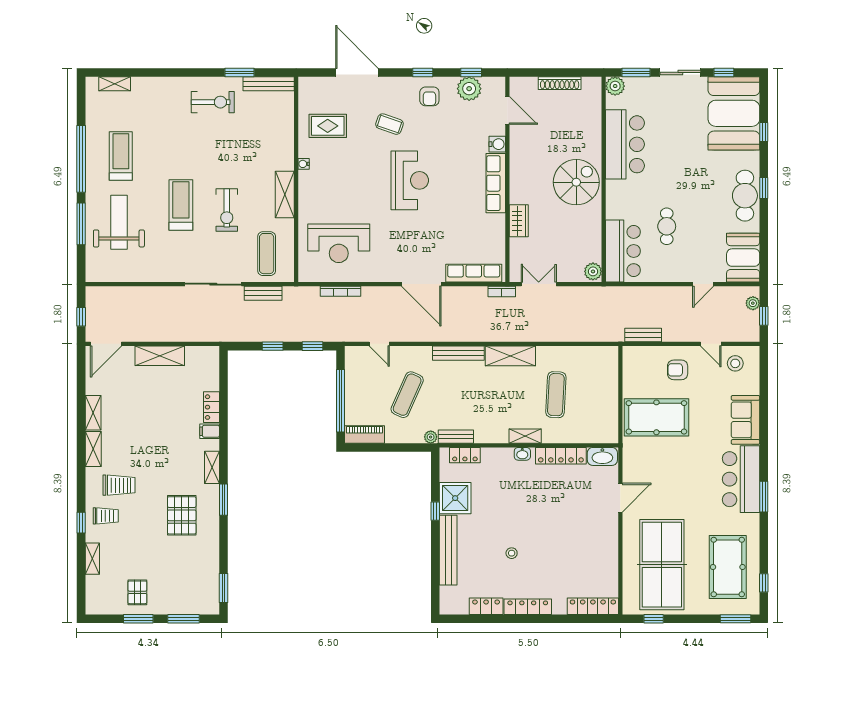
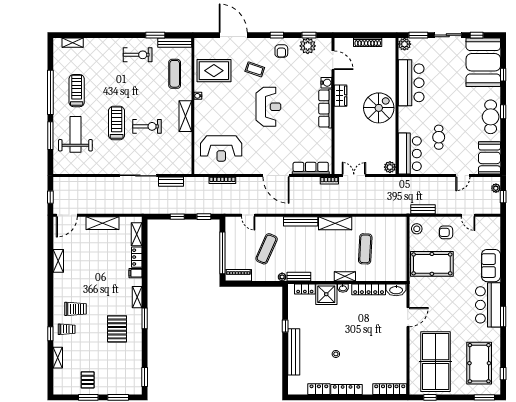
rug: (328, 126) -> (214, 71), width x1.36, depth x1.43
exercise bike: (227, 210) -> (147, 126), turned -90
wardrobe: (519, 221) -> (341, 96), moved
exercise mat: (267, 254) -> (175, 74), moved
stool: (735, 363) -> (417, 229), moved
shelving: (93, 449) -> (137, 234), moved
shower: (455, 498) -> (326, 294), moved

